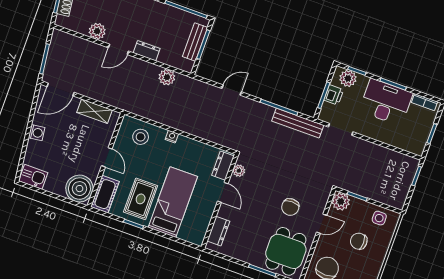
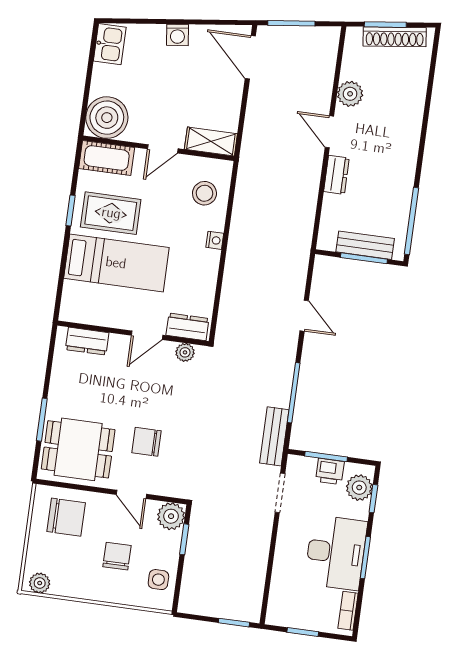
plant: (167, 77) -> (303, 214), removed
shelving: (94, 111) -> (211, 142), moved, turned 90
bench: (298, 123) -> (274, 436), width x0.73

